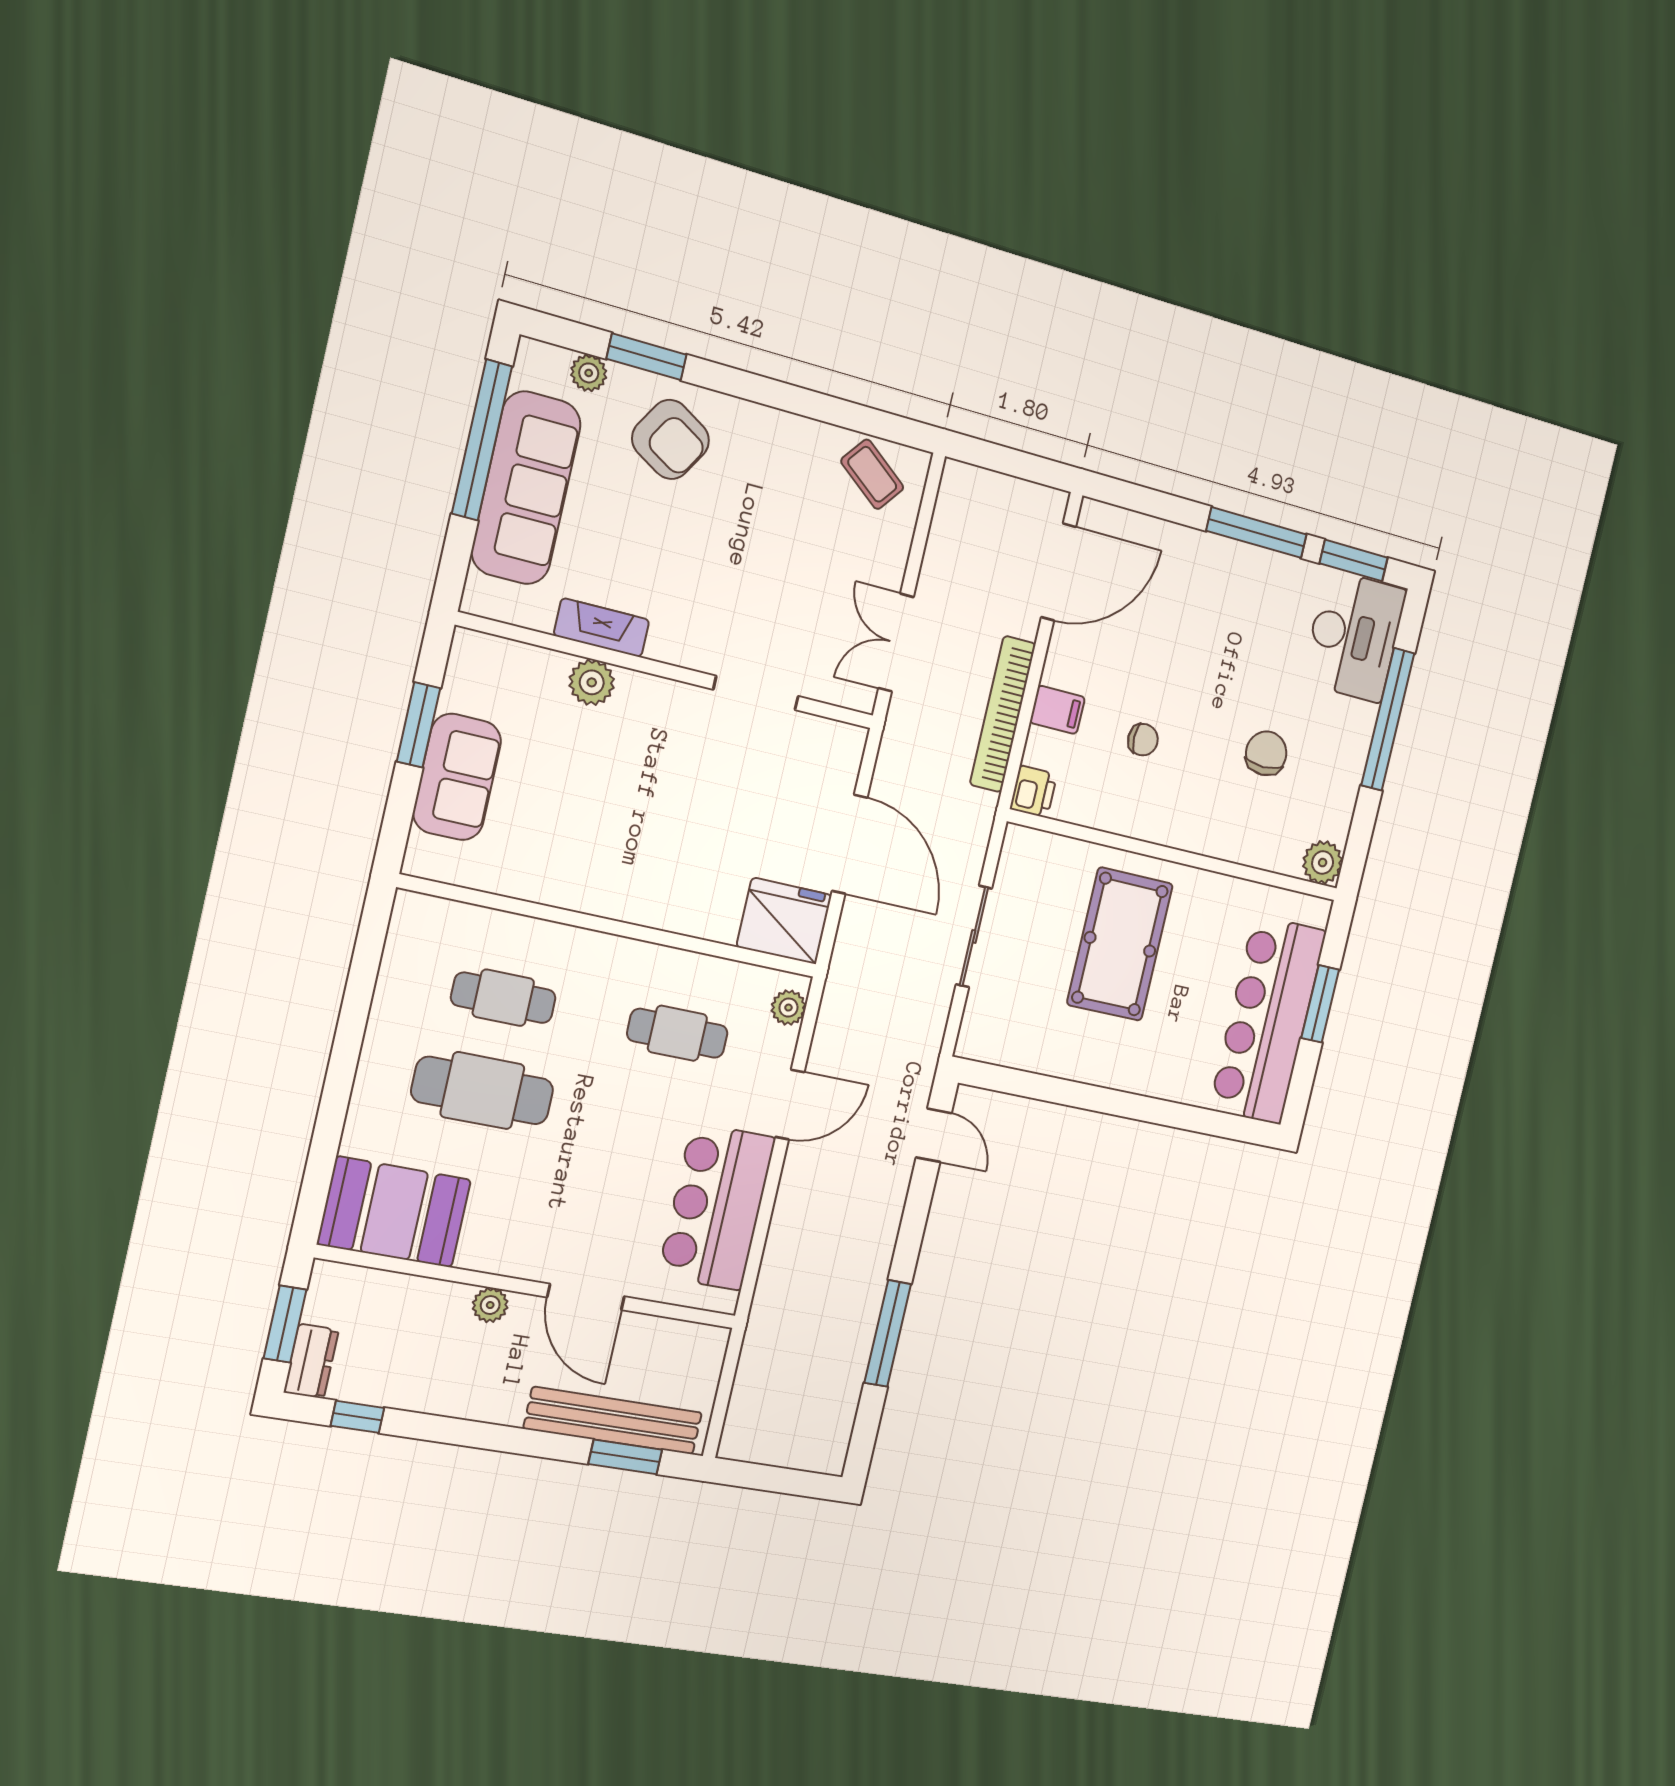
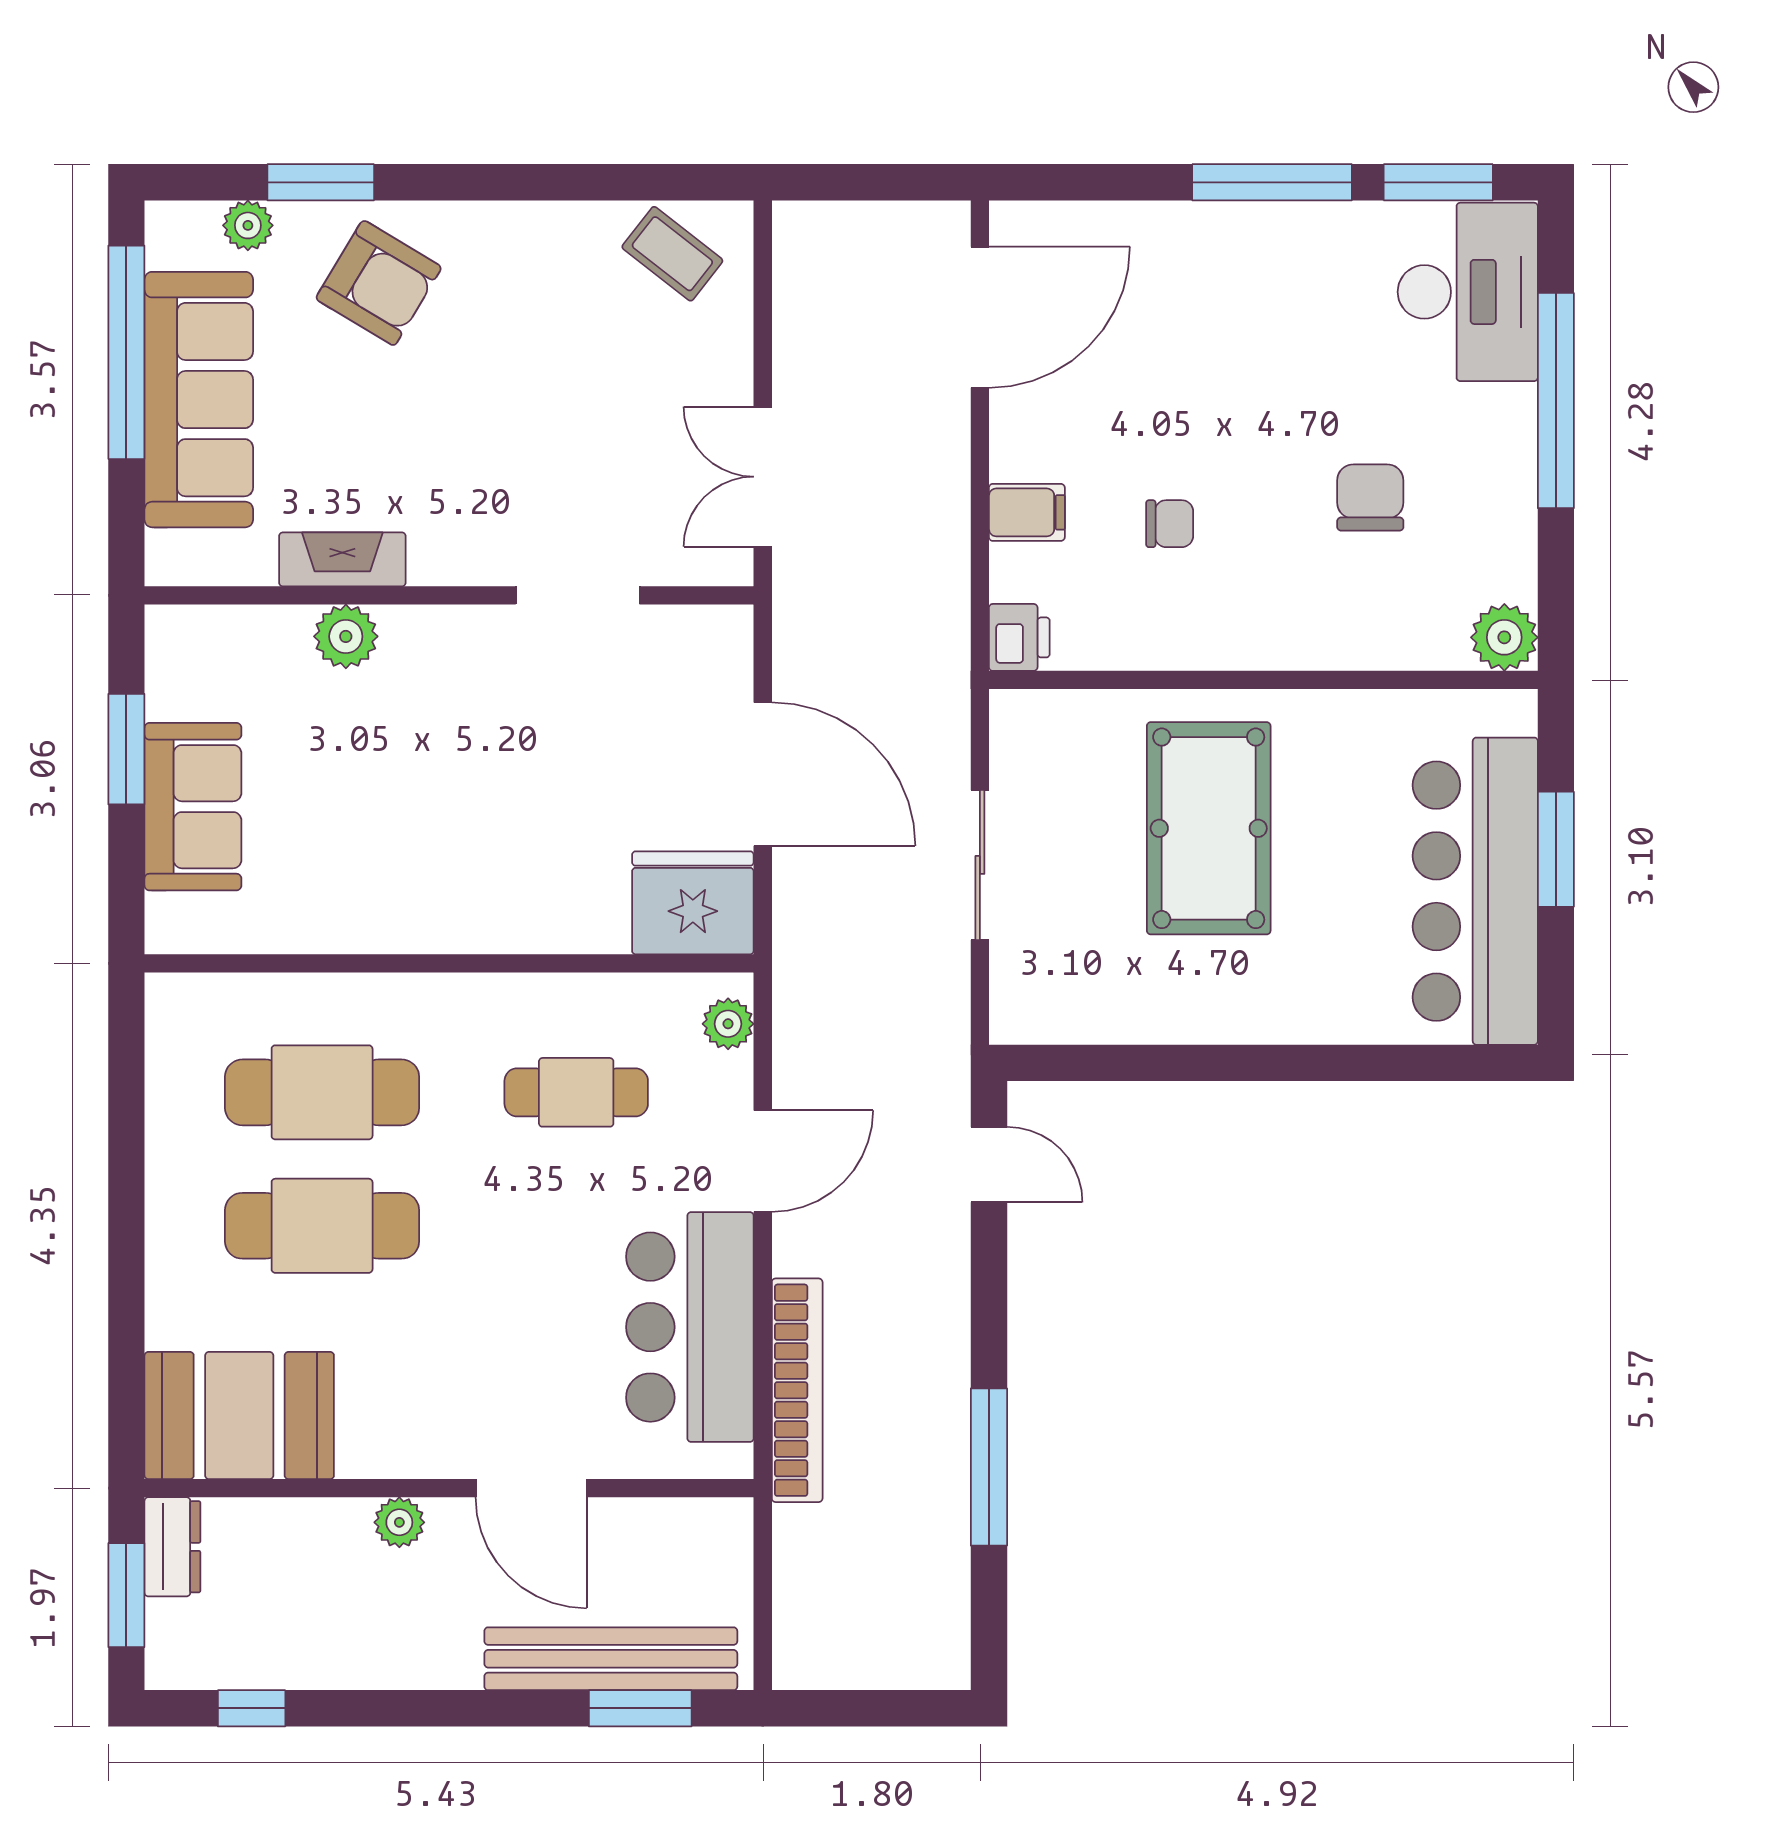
bookcase: (1003, 714) -> (797, 1390), moved, turned 180
cafe table: (503, 998) -> (322, 1092), width x1.37, depth x1.35
dresser: (311, 1361) -> (172, 1547), moved

